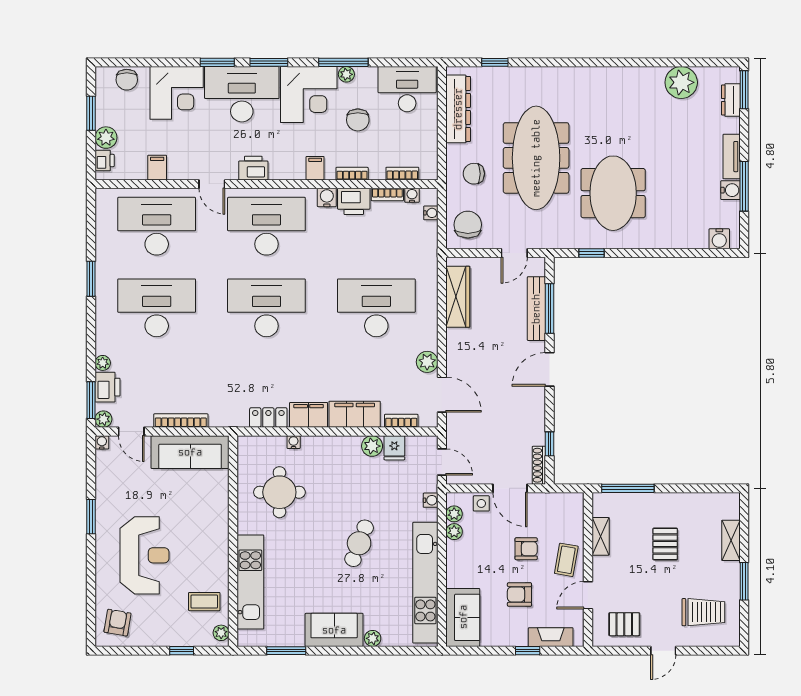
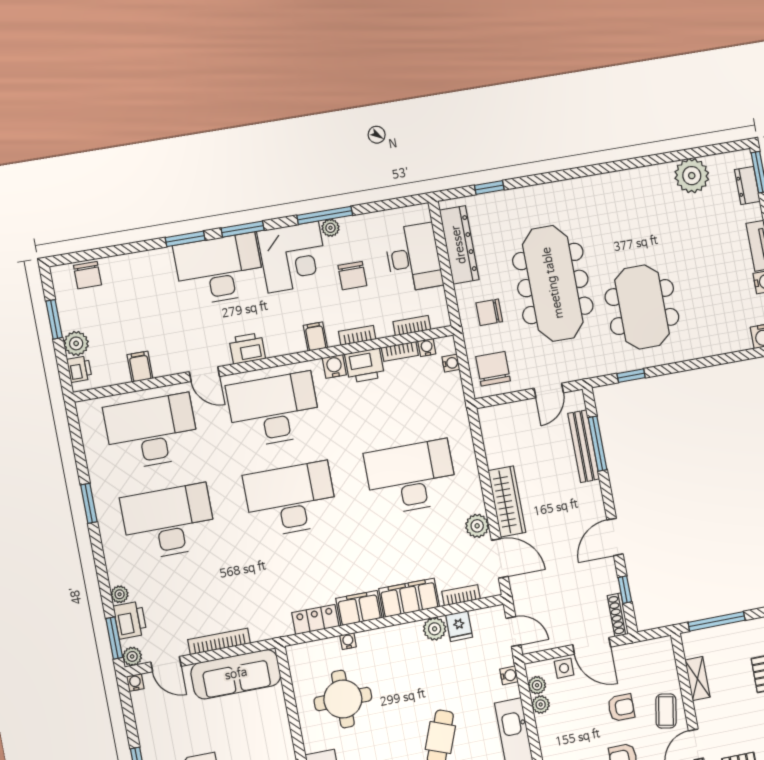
desk: (407, 89) -> (414, 258), moved, turned 90
corner desk: (177, 93) -> (146, 280), removed
wardrobe: (458, 297) -> (507, 501), moved
door: (549, 369) -> (615, 537), moved

